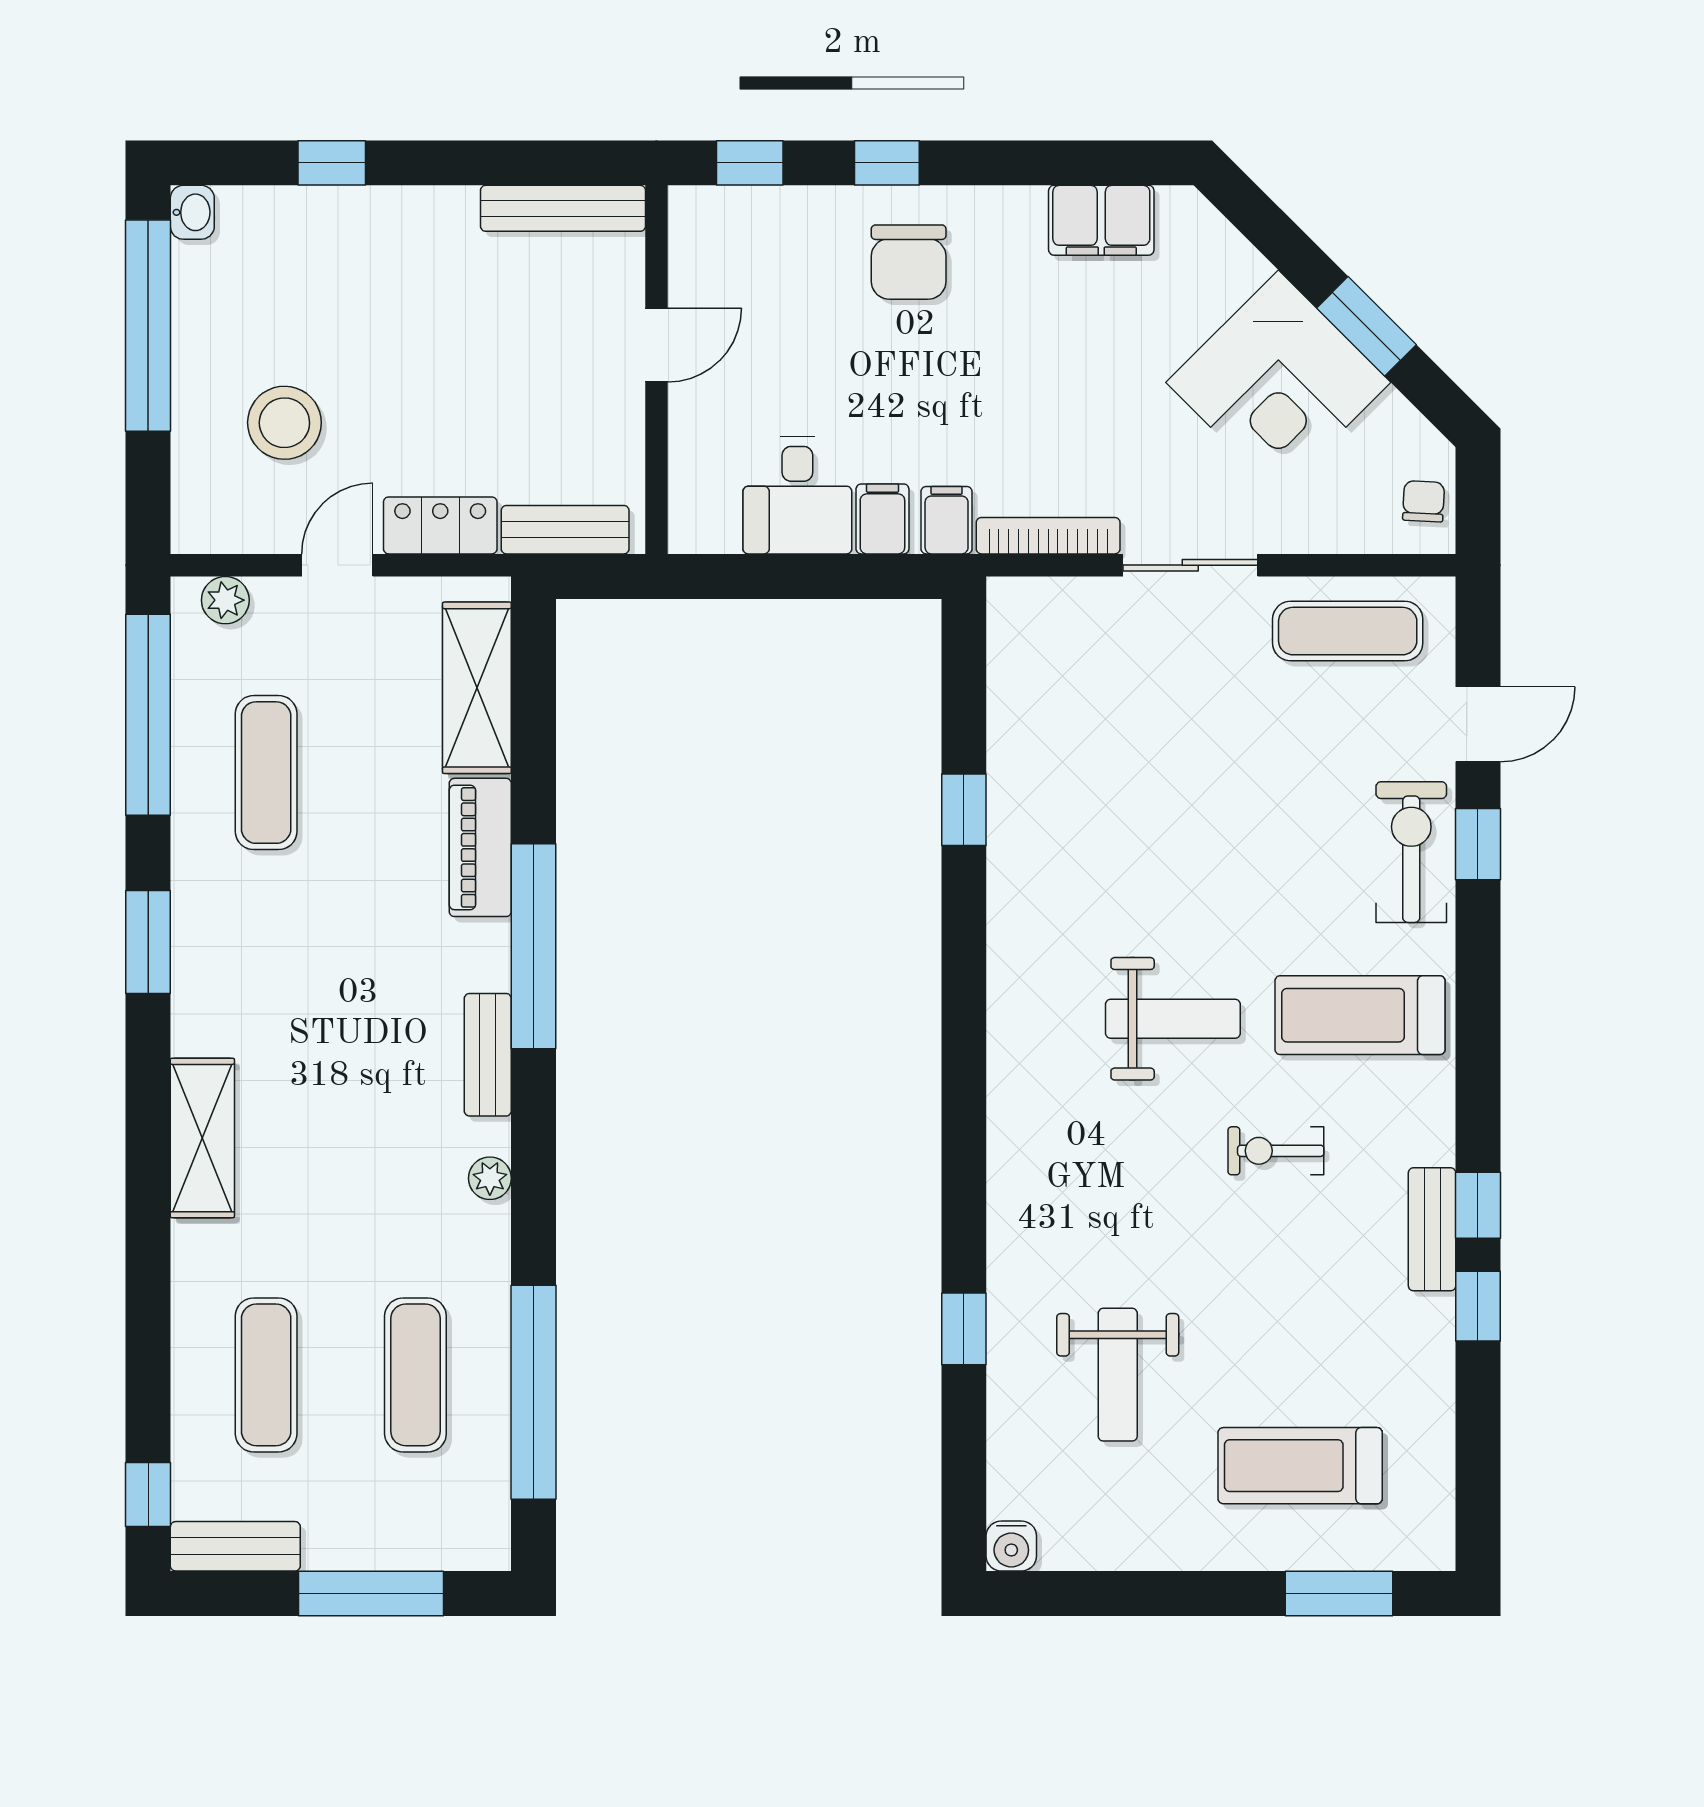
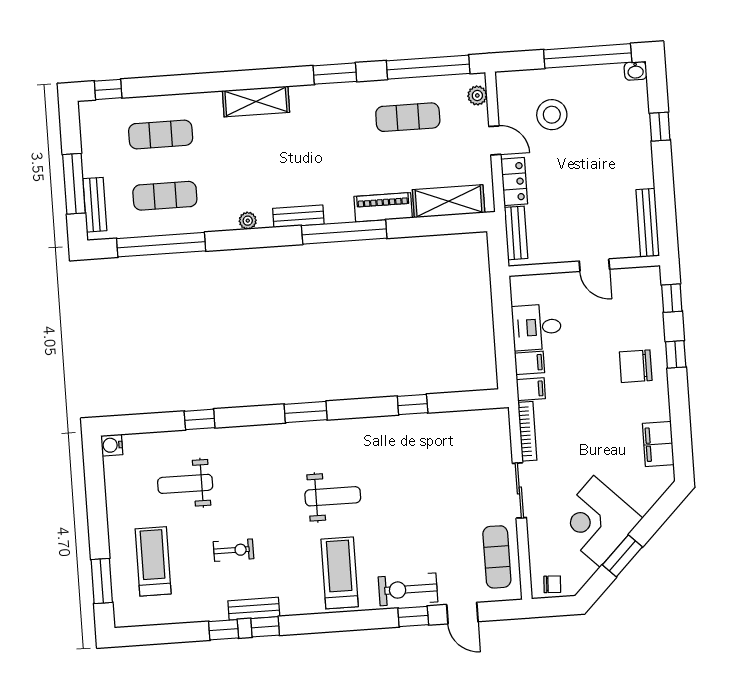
exercise bike: (1411, 852) -> (408, 589), turned 180
weight bench: (1173, 1019) -> (333, 496), turned -90
window: (964, 1070) -> (306, 412), added
exercise bike: (1276, 1151) -> (233, 550), moved, turned 90
bench: (235, 1546) -> (95, 205), moved

